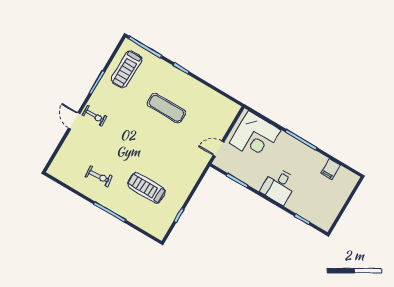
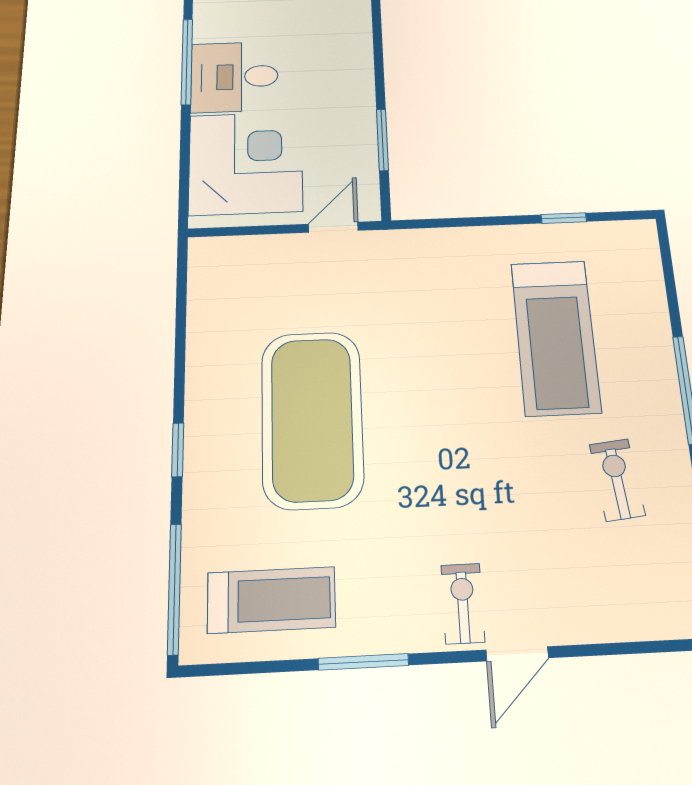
exercise mat: (166, 108) -> (312, 419), width x2.00, depth x1.45
door: (218, 149) -> (333, 227), swing flipped
desk: (279, 186) -> (234, 77), moved, turned 180
treadmill: (146, 188) -> (555, 337), width x1.37, depth x1.38

